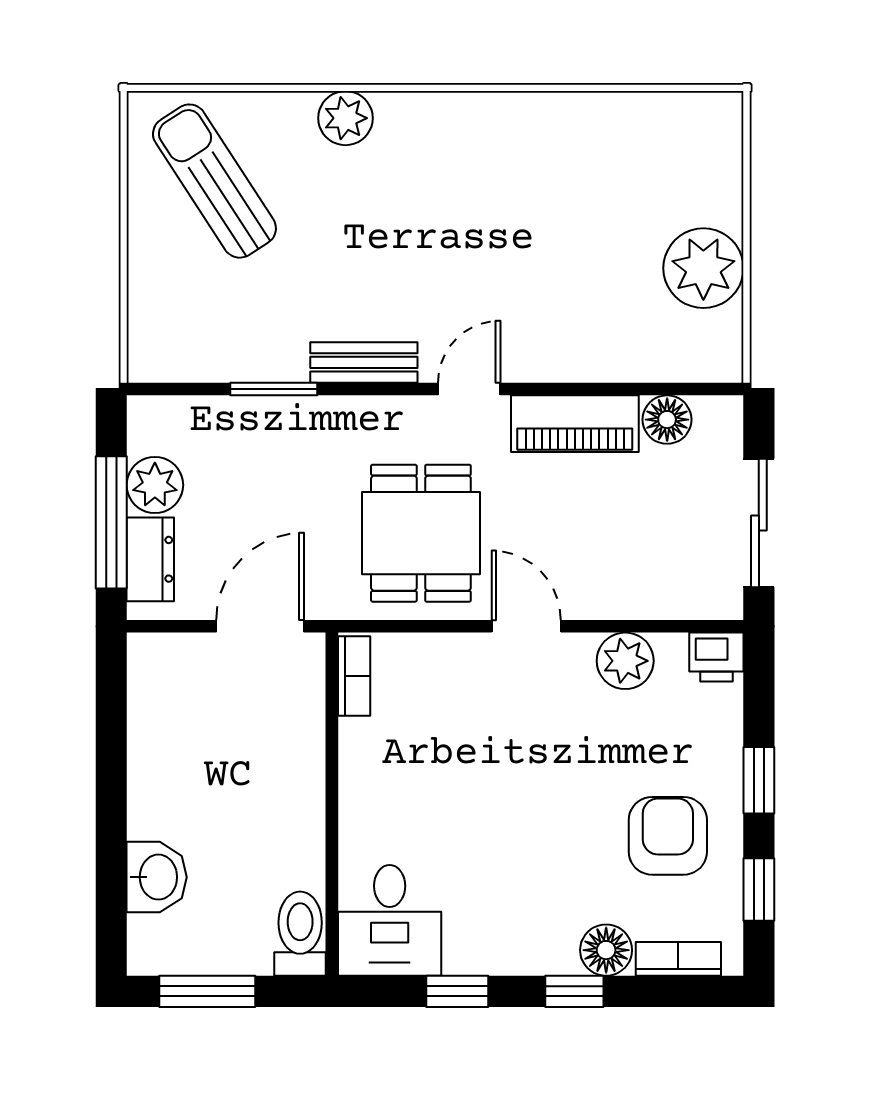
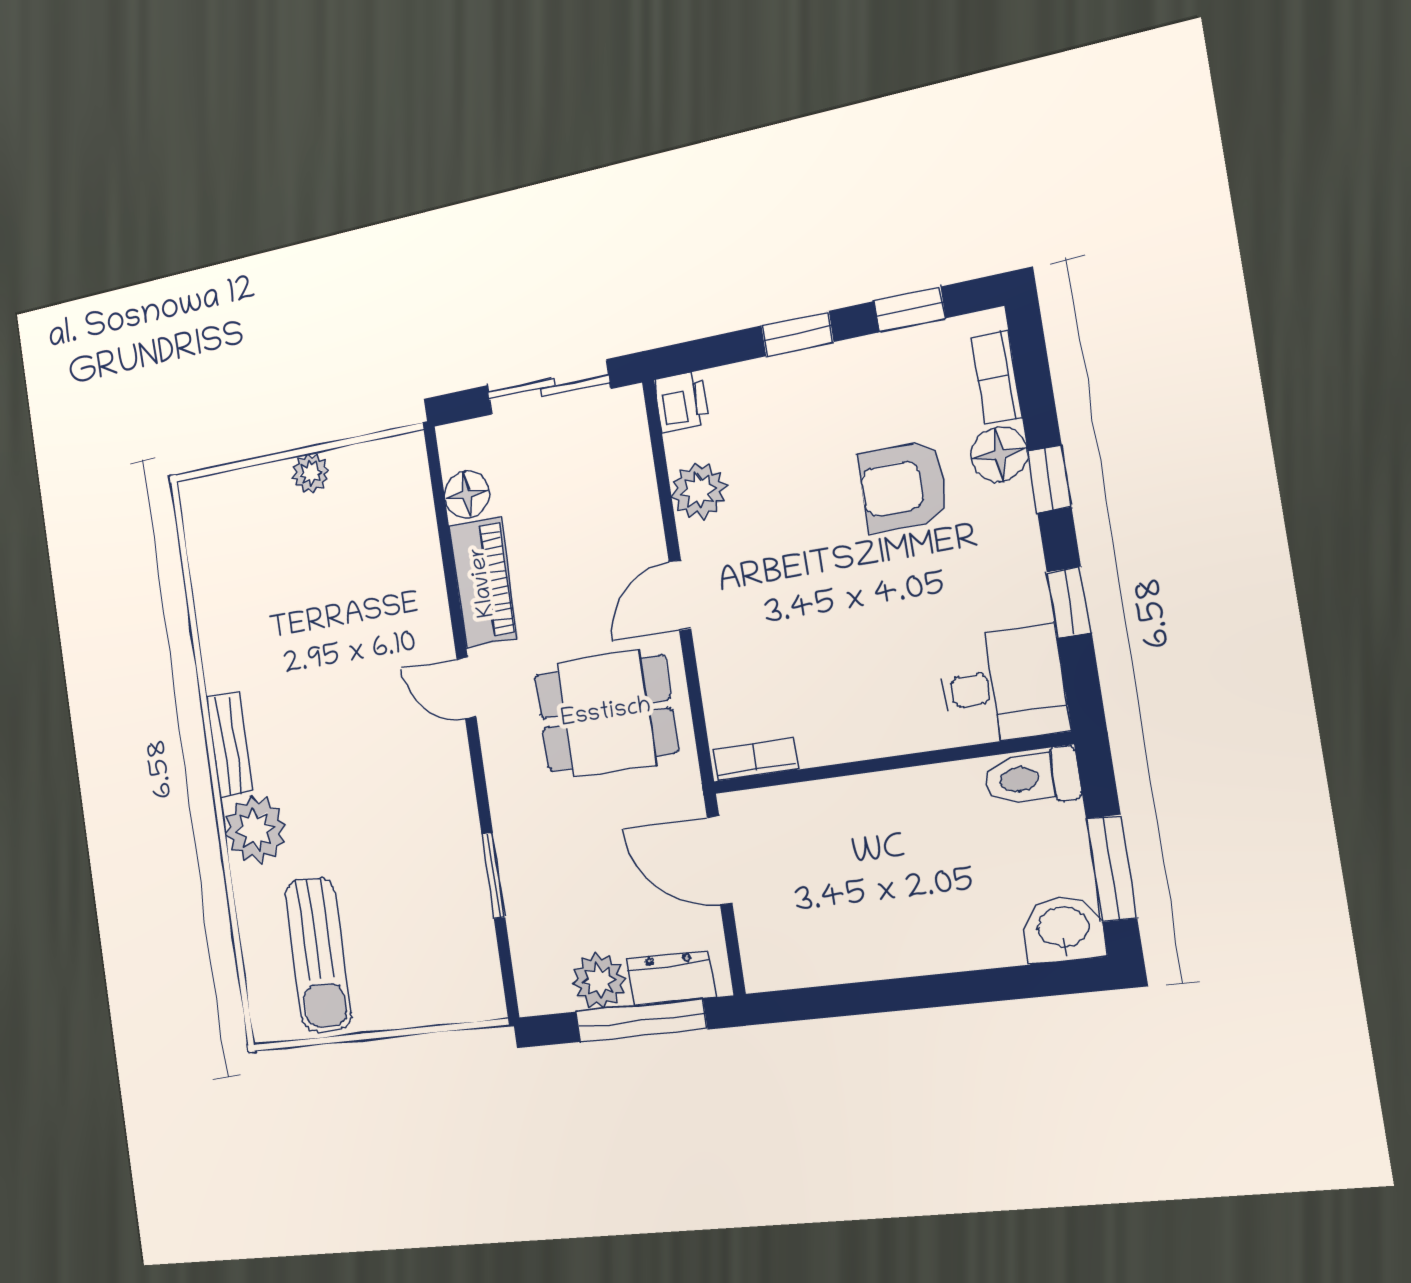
plant: (345, 118) -> (255, 830), width x1.36, depth x1.36
sun lounger: (214, 181) -> (318, 955), turned -57
plant: (703, 268) -> (311, 473), width x0.53, depth x0.53
bench: (364, 362) -> (230, 745), moved
armchair: (668, 836) -> (903, 487), moved
washbasin: (157, 877) -> (1064, 929), moved

